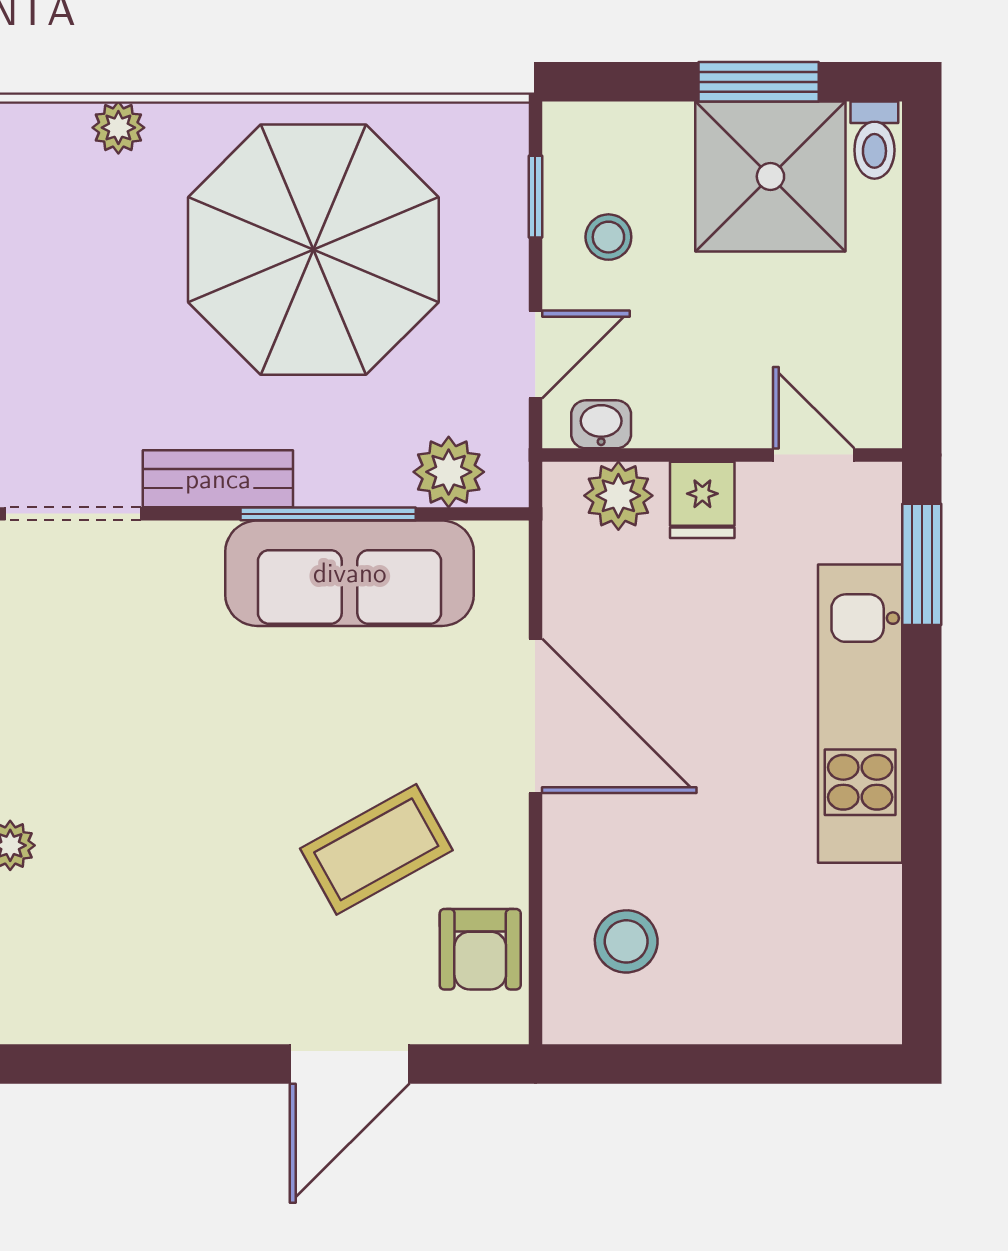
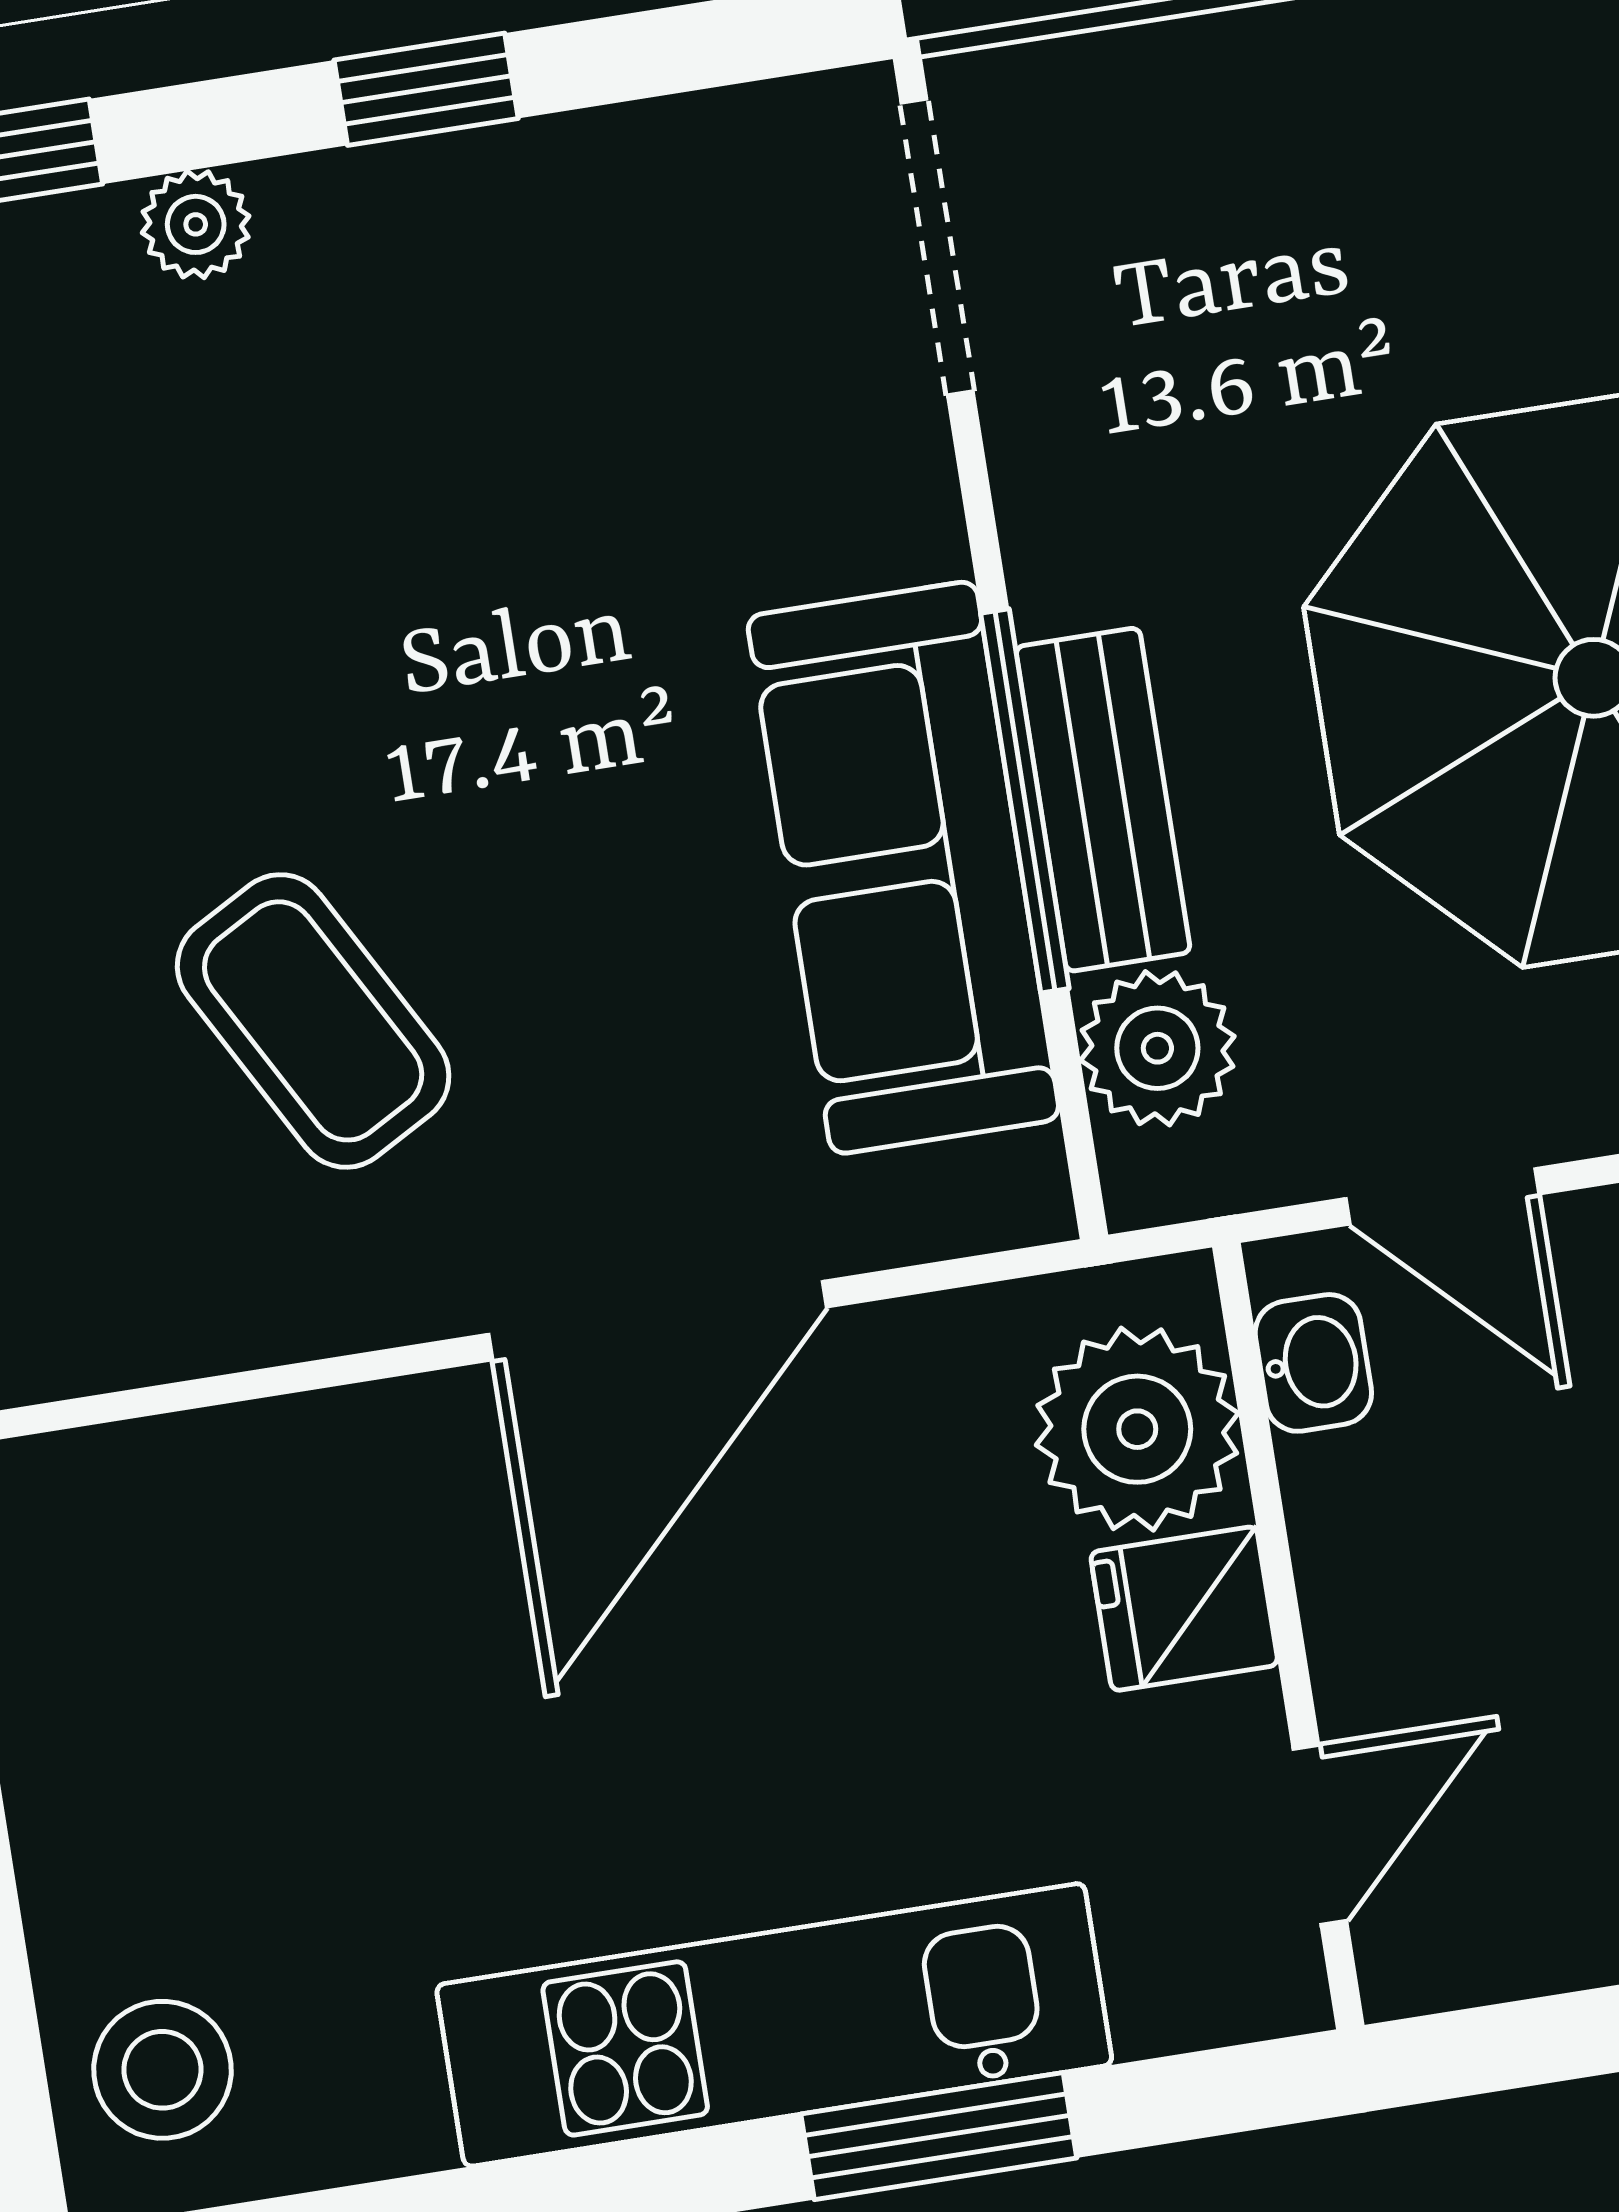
bench: (218, 479) -> (1103, 800), moved
plant: (618, 496) -> (1137, 1429), width x1.36, depth x1.36
window: (922, 564) -> (939, 2136), moved
stool: (626, 941) -> (162, 2070), moved
armchair: (480, 949) -> (132, 1281), removed

